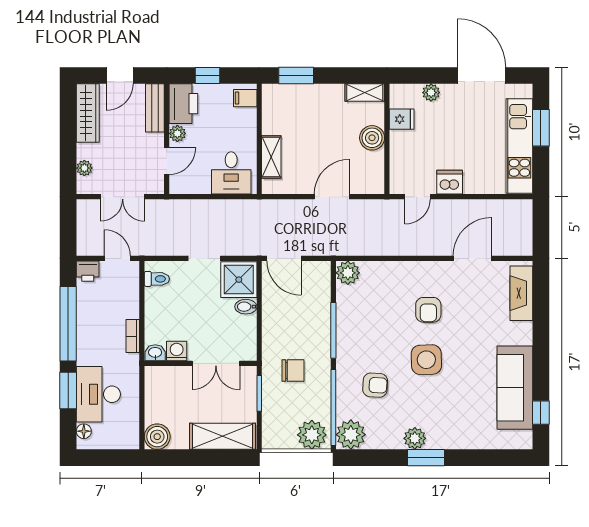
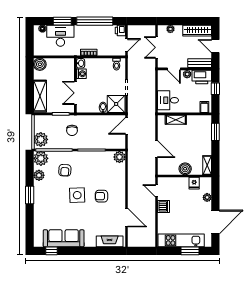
plant: (415, 438) -> (39, 175), moved

